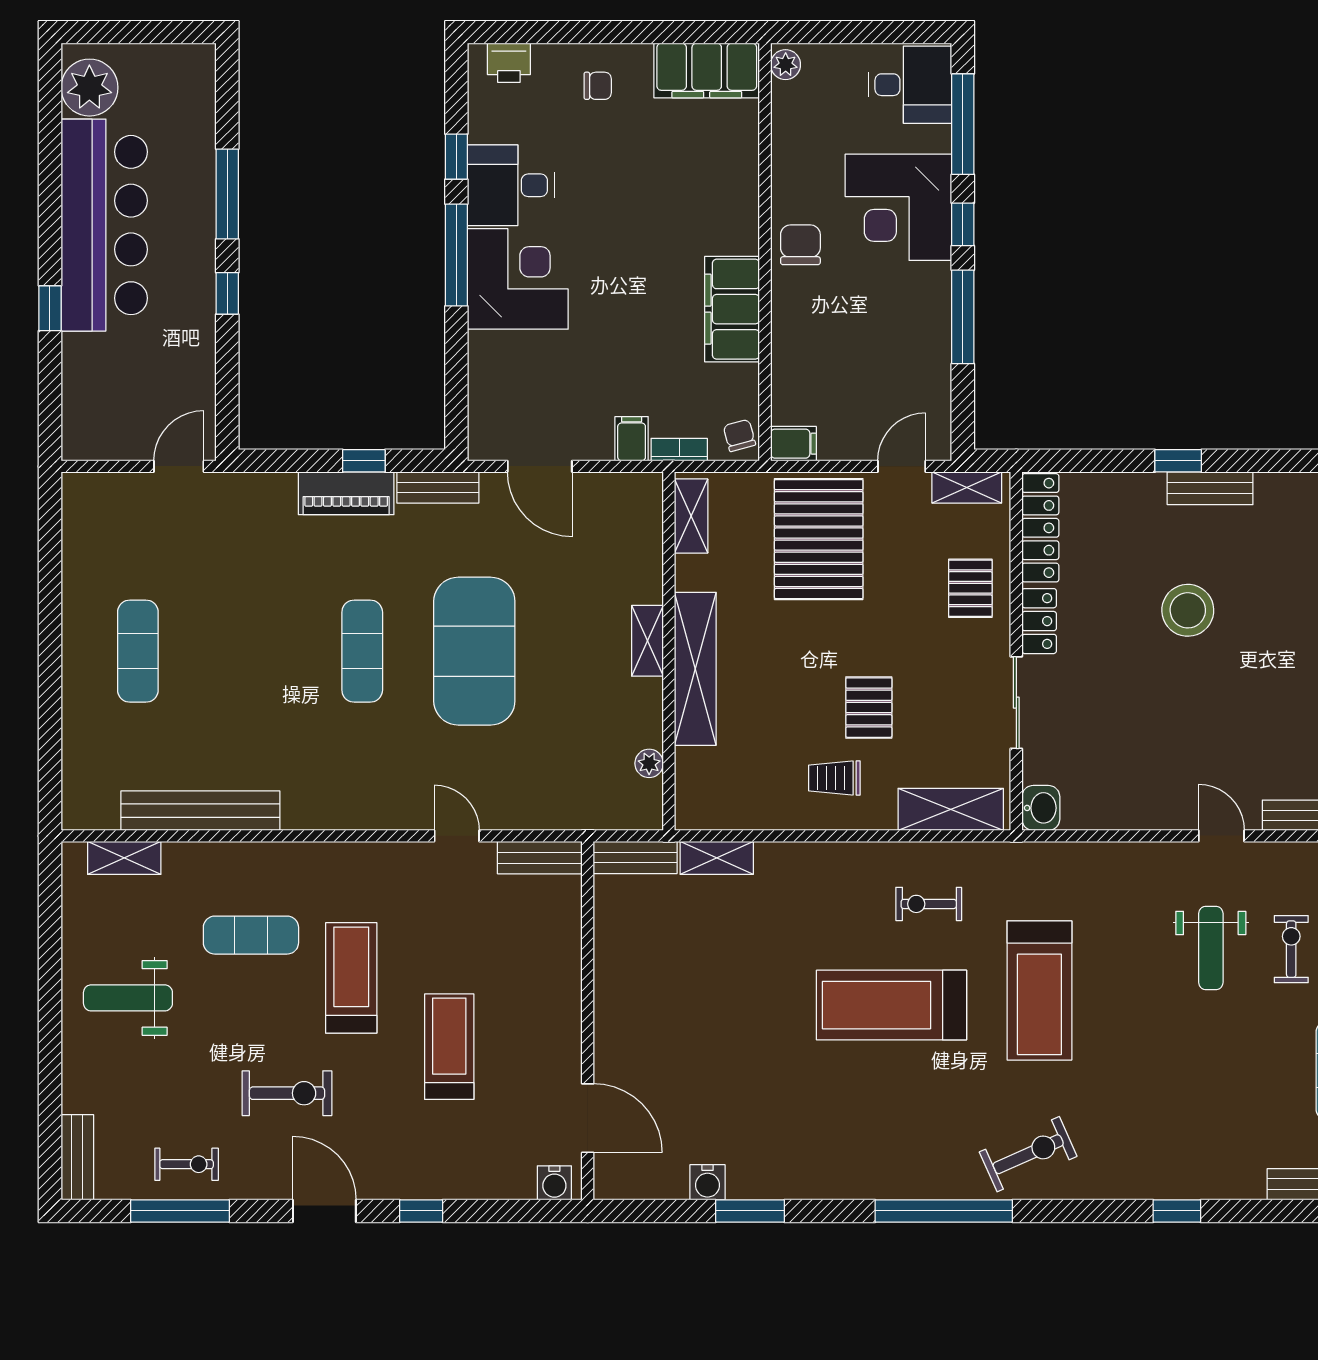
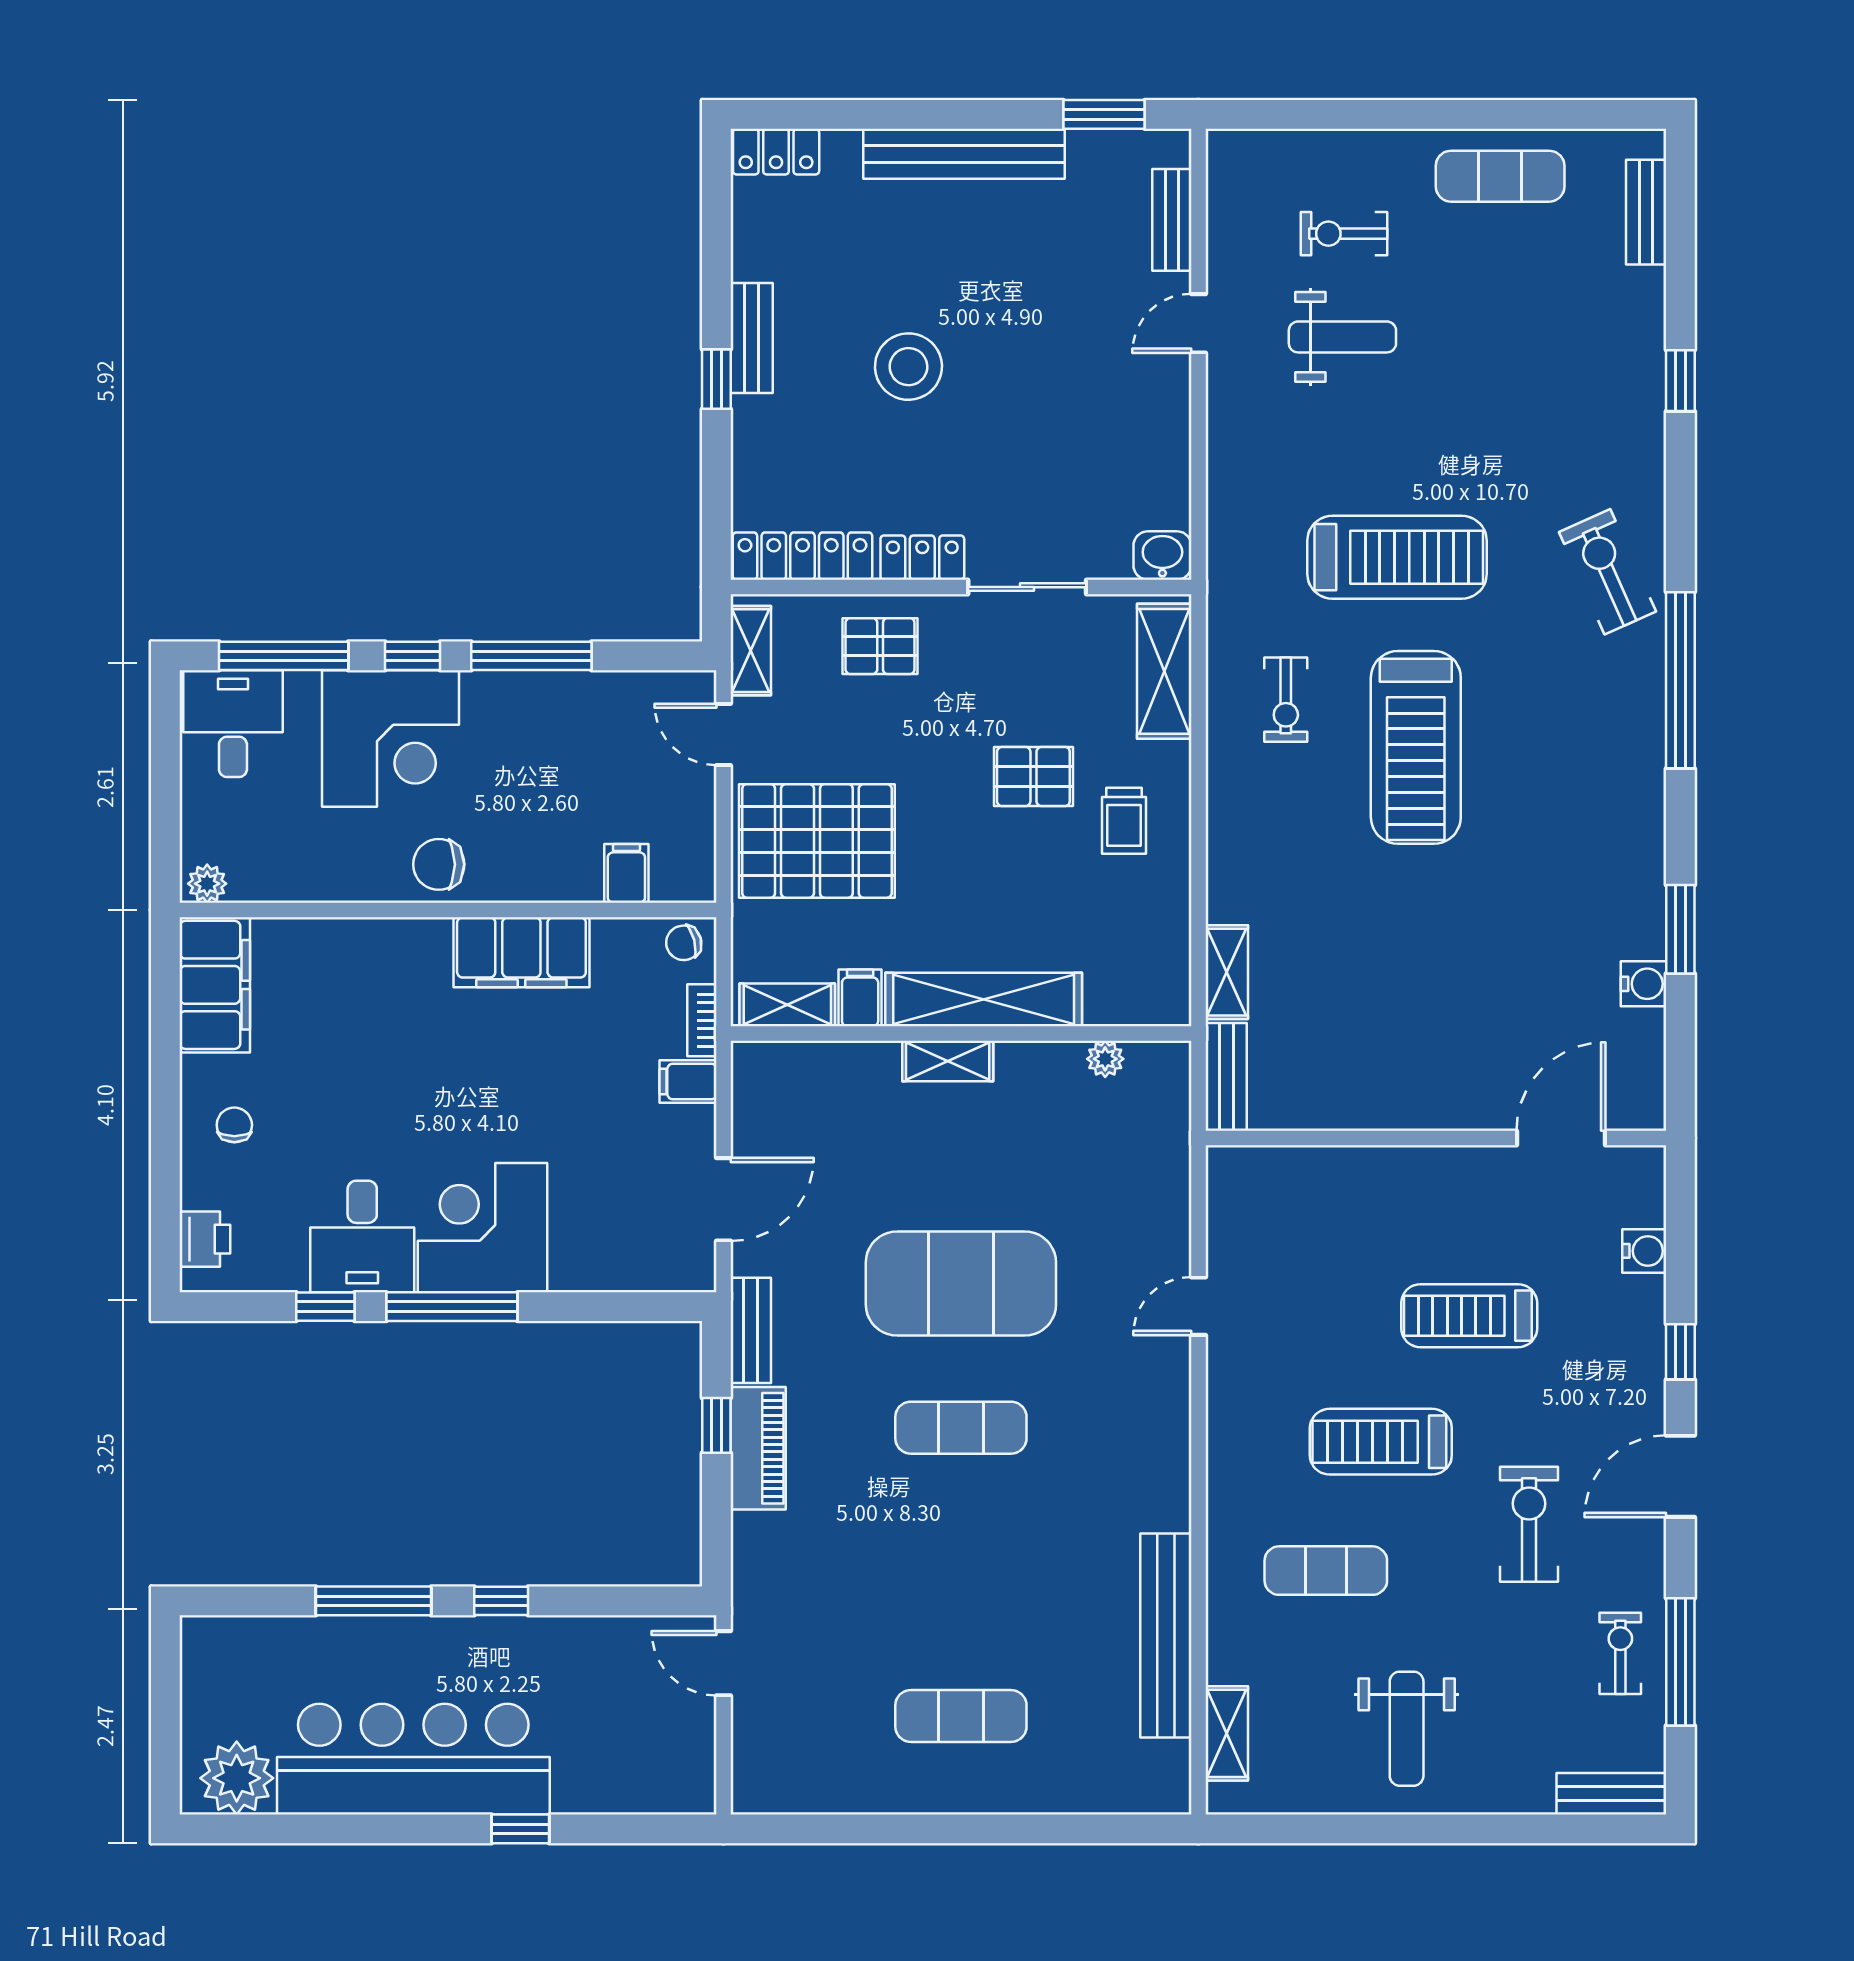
filing cabinet: (793, 444) -> (626, 873), moved
filing cabinet: (697, 573) -> (860, 998), added
bench: (540, 858) -> (1226, 1199), removed
exercise mat: (251, 935) -> (1326, 1571), turned 90
water cooler: (554, 1183) -> (1644, 1251), moved

